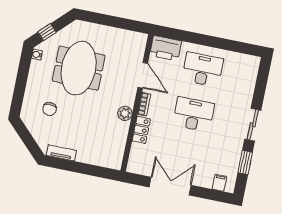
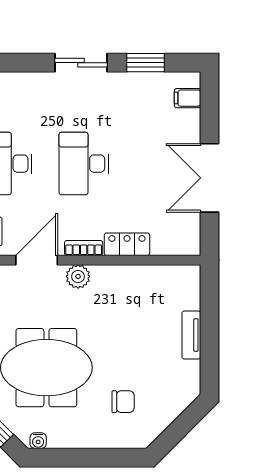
plant: (125, 113) -> (78, 276), moved
tv unit: (61, 153) -> (191, 335), moved

